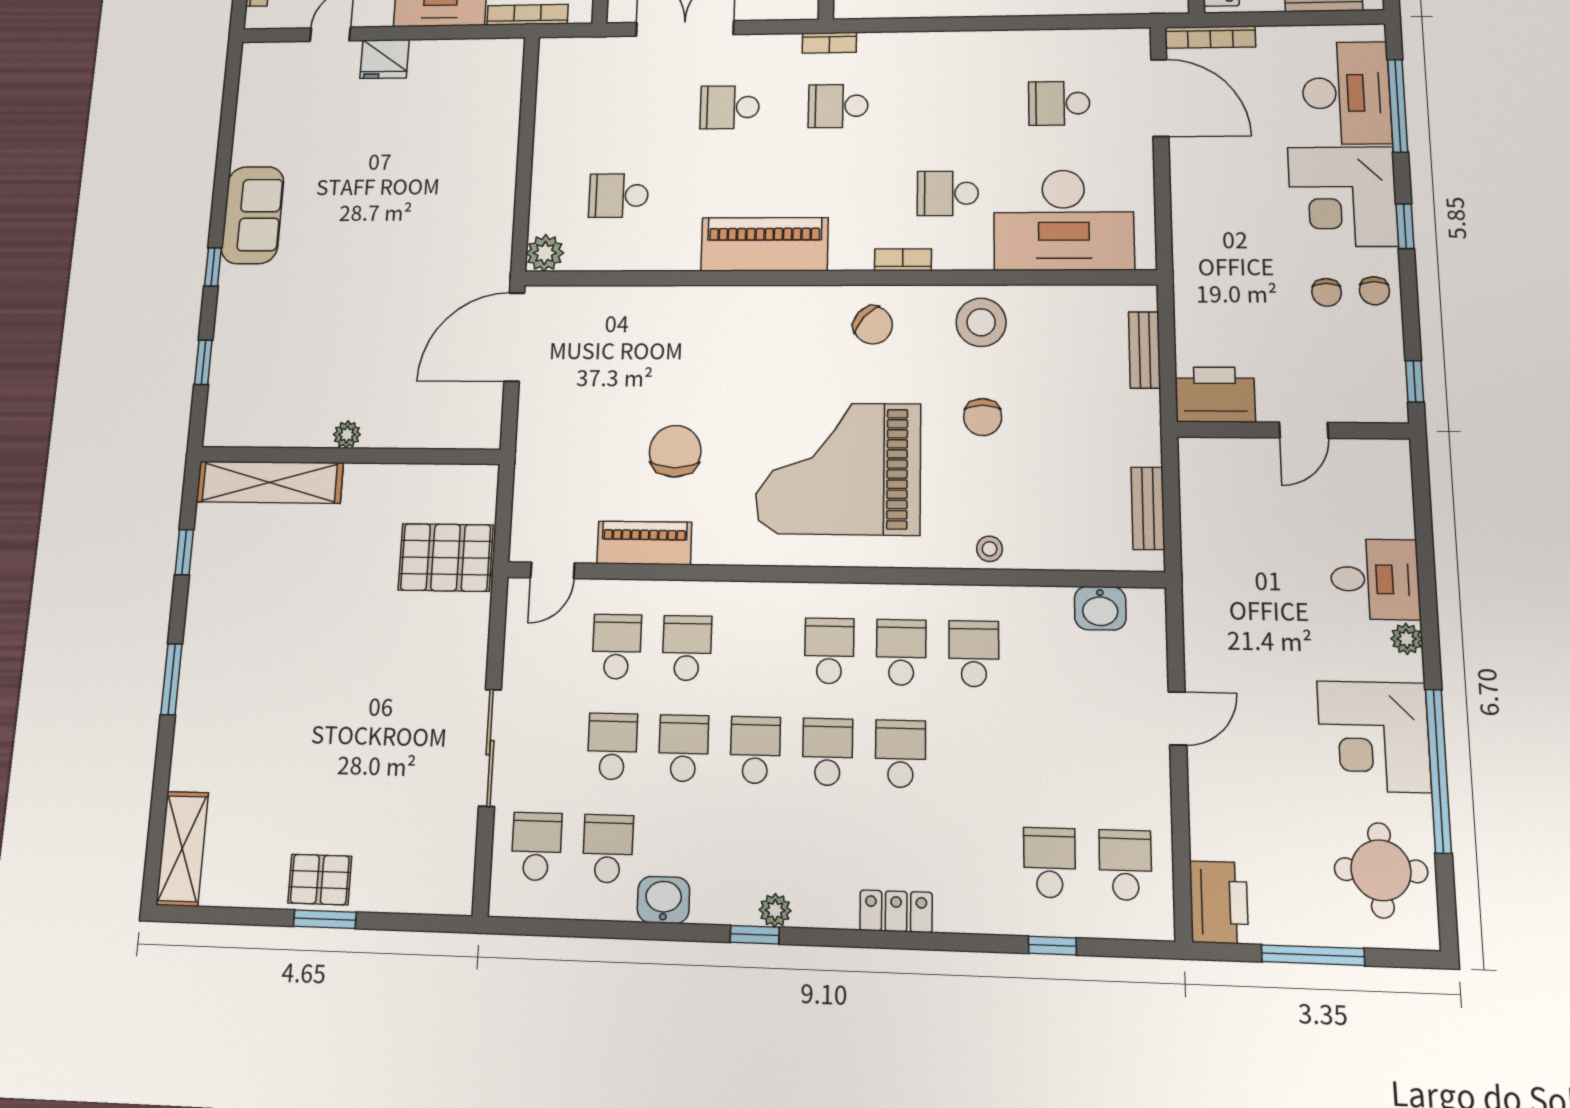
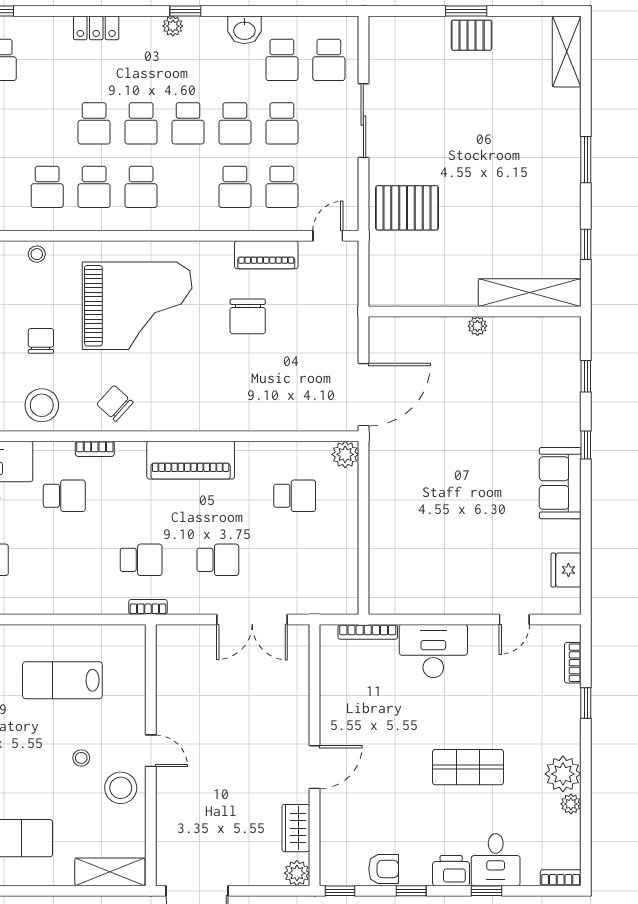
fridge: (385, 59) -> (566, 570), moved, turned -90
pallet: (446, 557) -> (407, 208), moved

